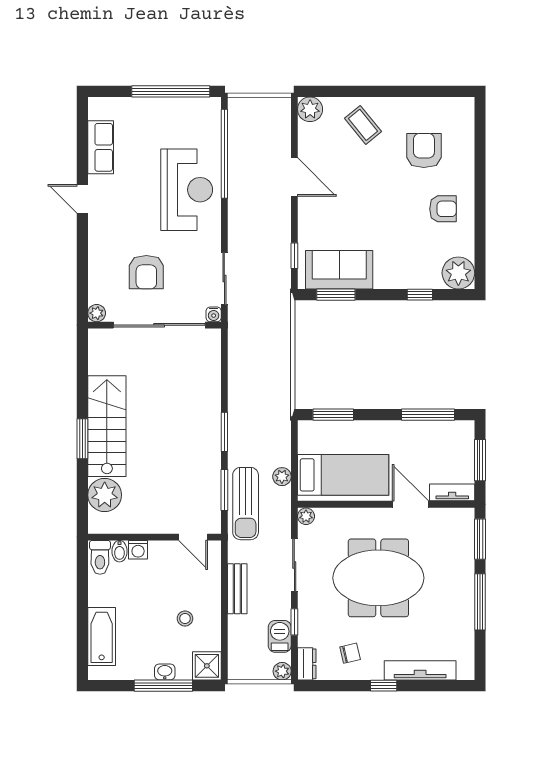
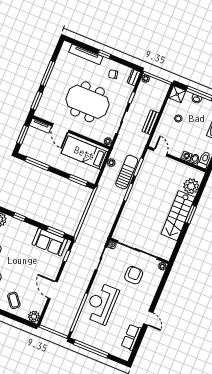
sun lounger: (246, 504) -> (127, 172), moved
barbecue: (280, 636) -> (141, 94), removed

